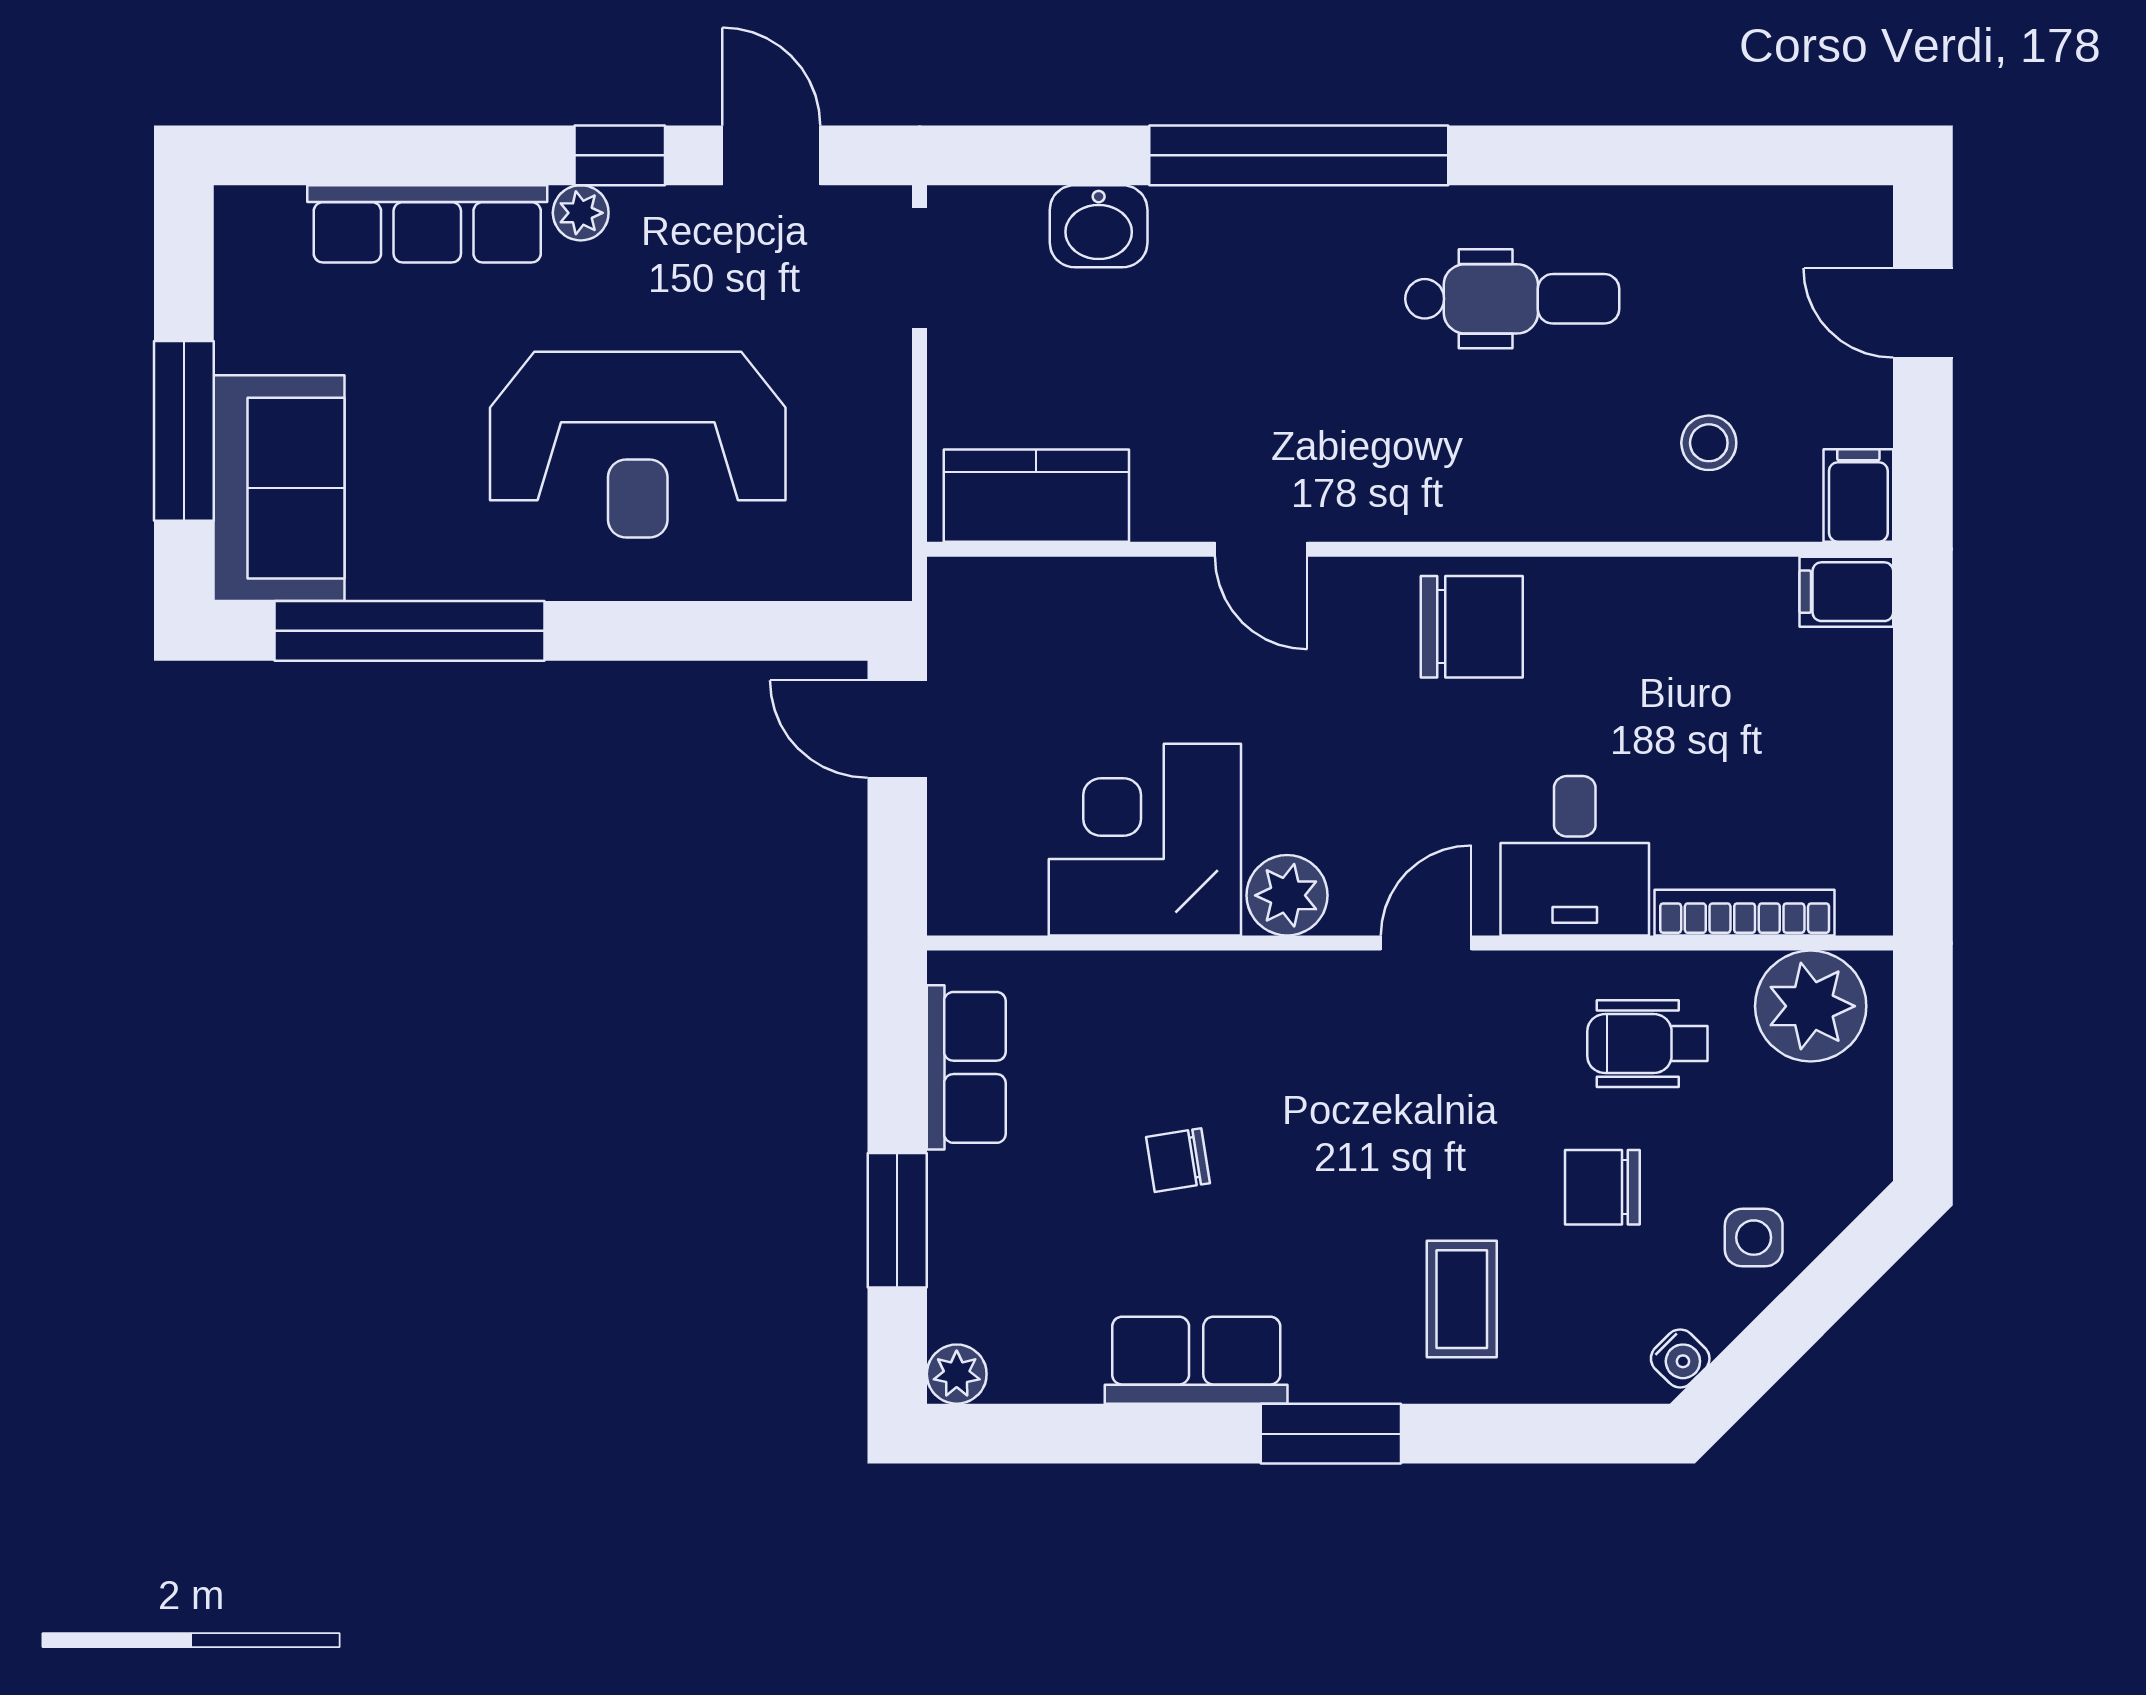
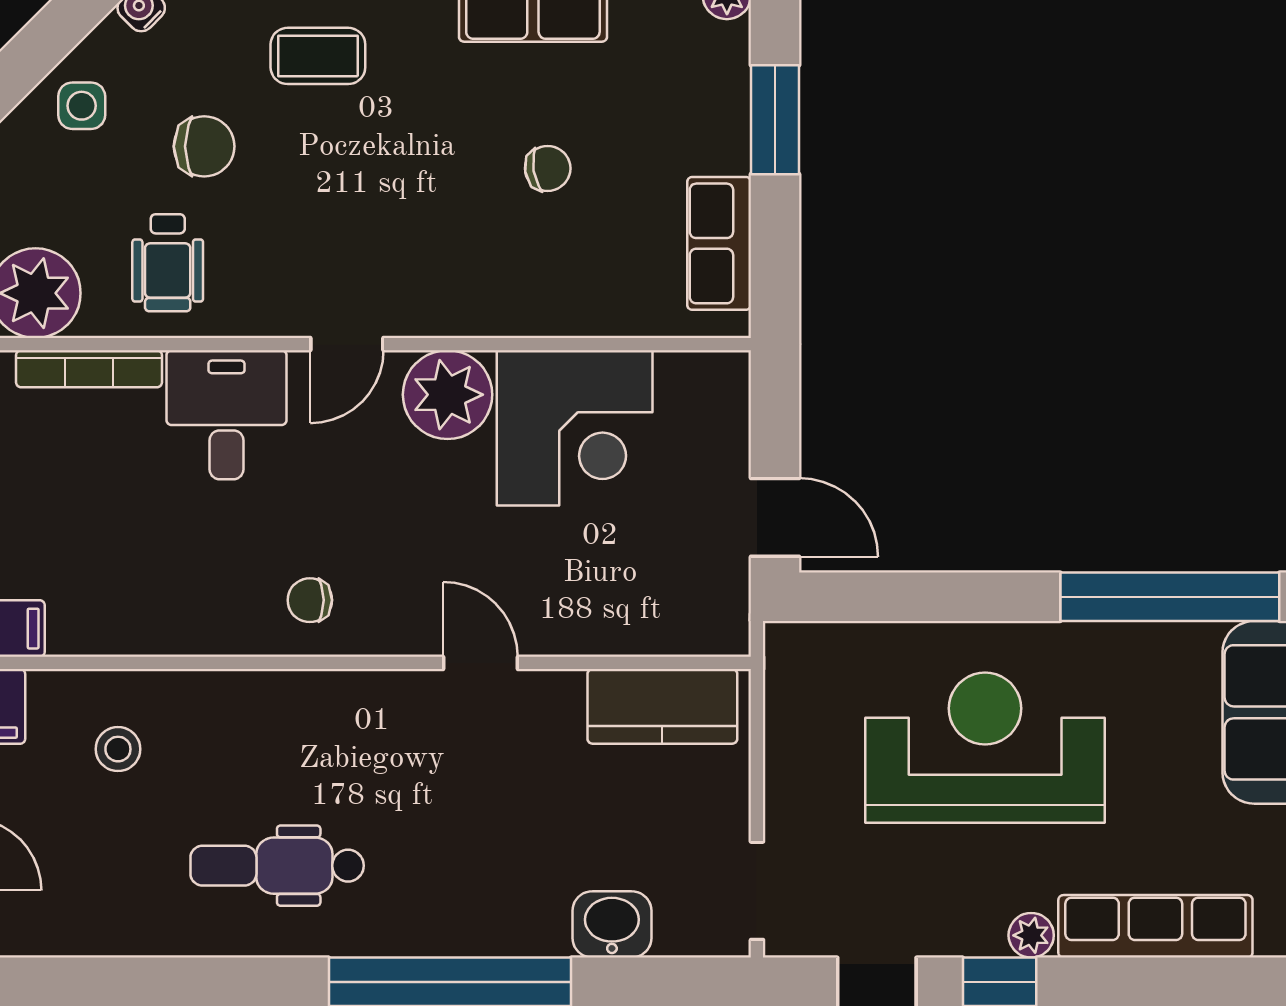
chair: (1472, 627) -> (310, 600), width x0.54, depth x0.54
plant: (1287, 895) -> (448, 395), width x1.36, depth x1.36
wheelchair: (1647, 1044) -> (168, 263), turned 90
coffee table: (1462, 1299) -> (318, 56), turned 90

